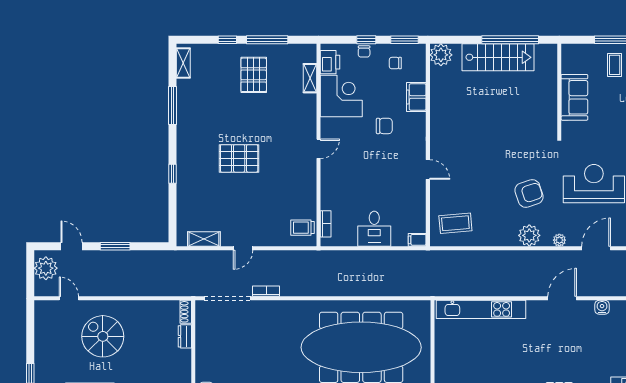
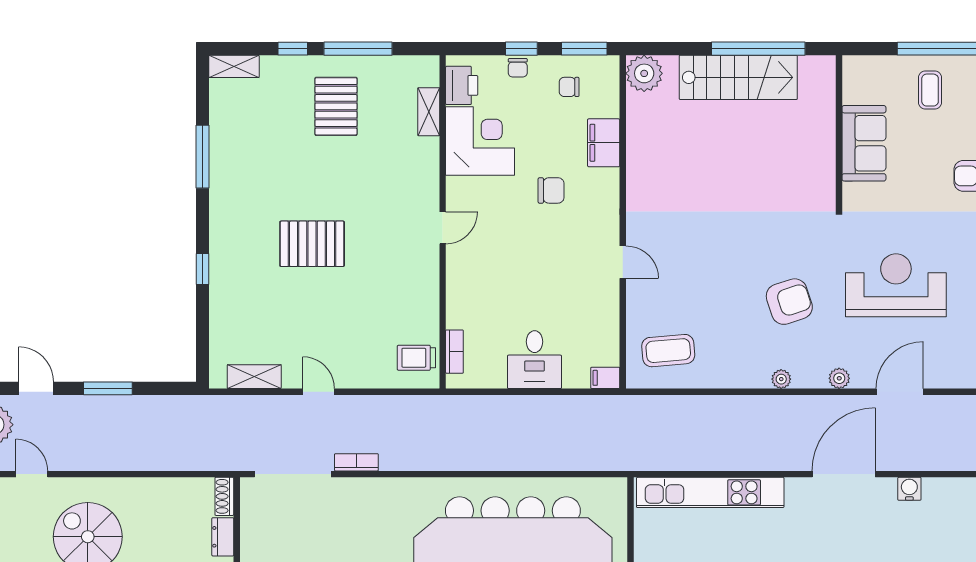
shelving: (183, 63) -> (234, 66), moved, turned 90
plant: (529, 235) -> (781, 379), width x0.53, depth x0.53
door: (243, 248) -> (319, 392), swing flipped
door: (562, 298) -> (844, 474), width x1.36

